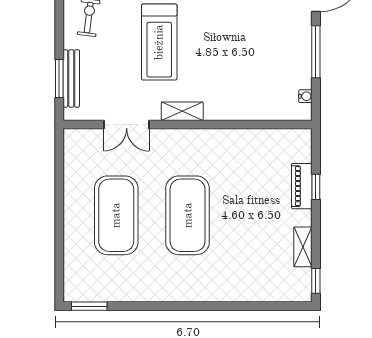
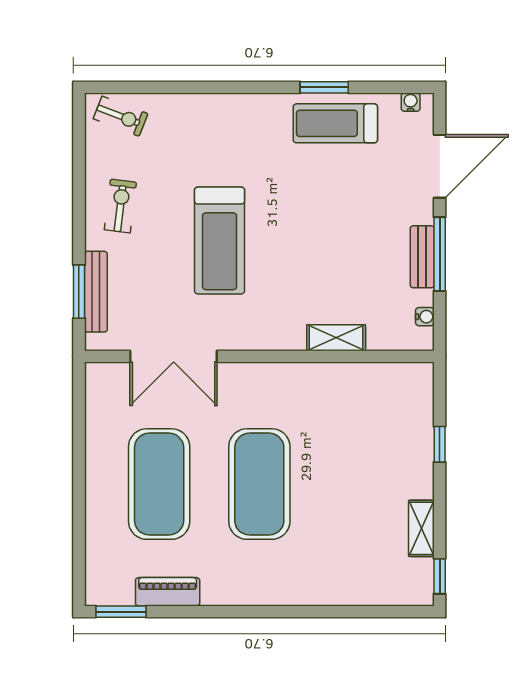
bench: (303, 54) -> (422, 257), added
shelving: (182, 111) -> (336, 338), moved
double door: (127, 124) -> (174, 356), width x1.37
piano: (302, 186) -> (168, 592), moved, turned 90

